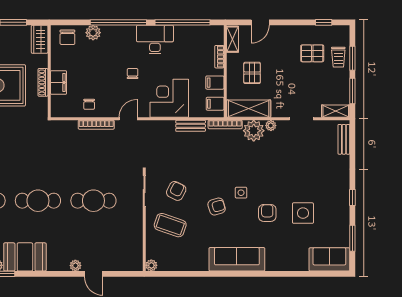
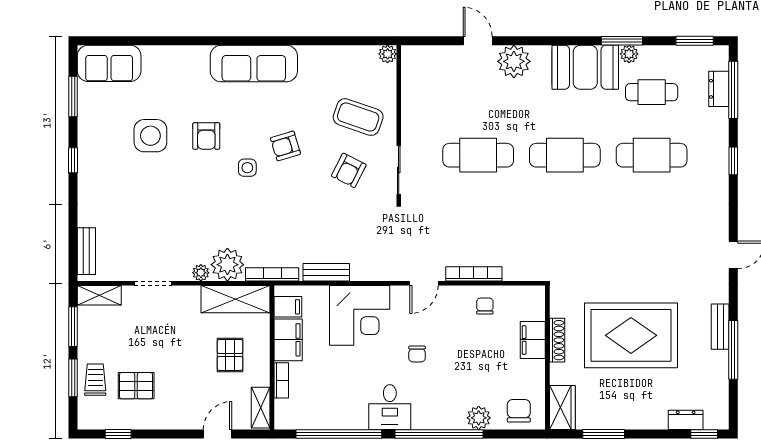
desk: (155, 40) -> (390, 407), width x0.73
filing cabinet: (215, 83) -> (288, 340), width x2.00
plant: (75, 266) -> (514, 61), width x1.88, depth x1.88

